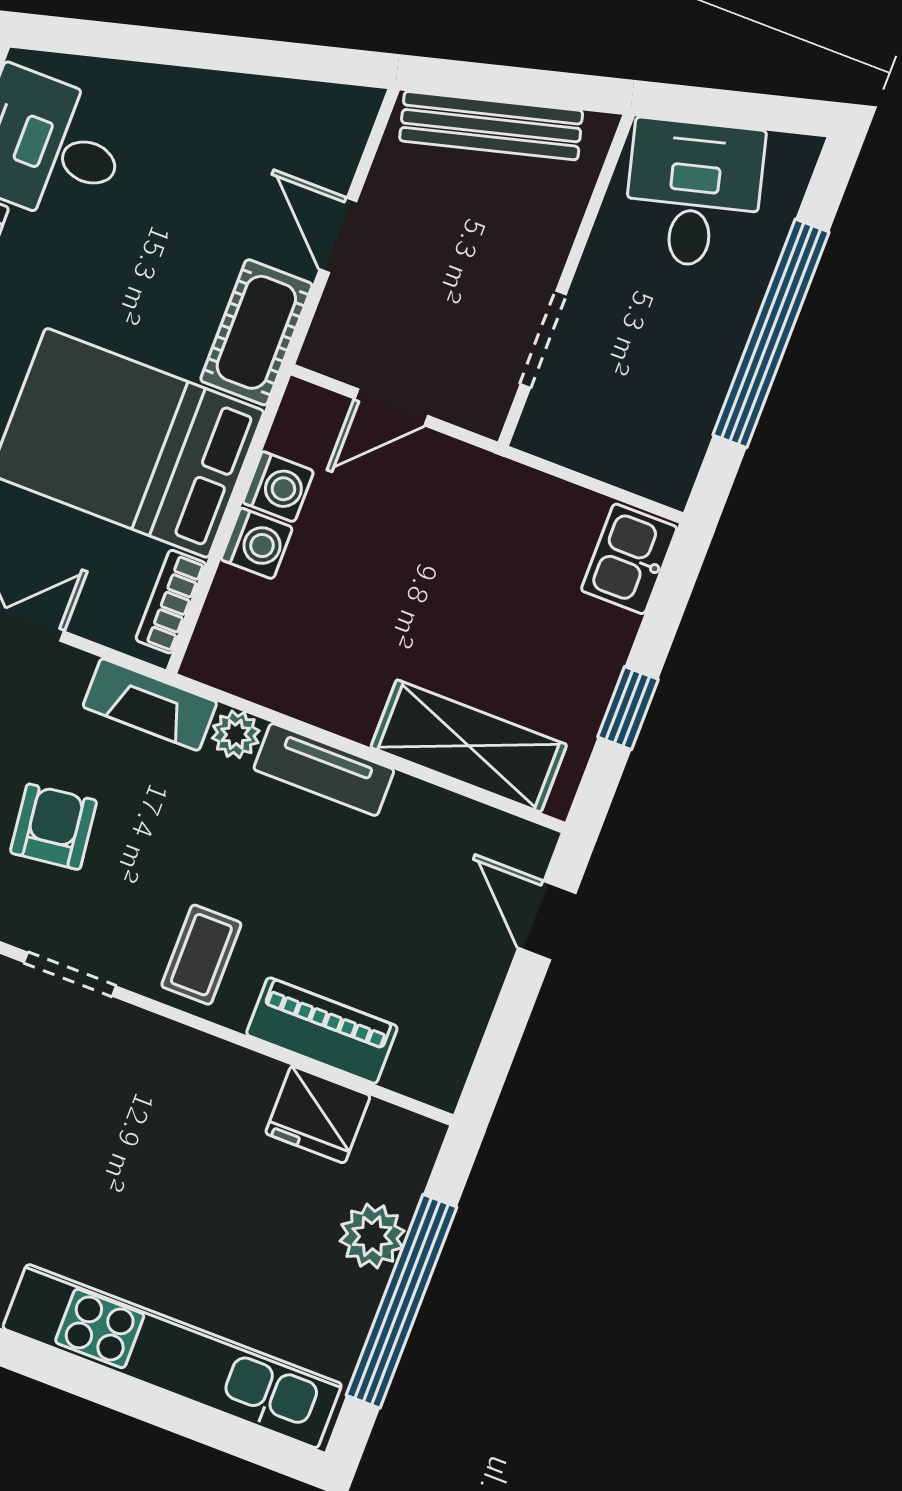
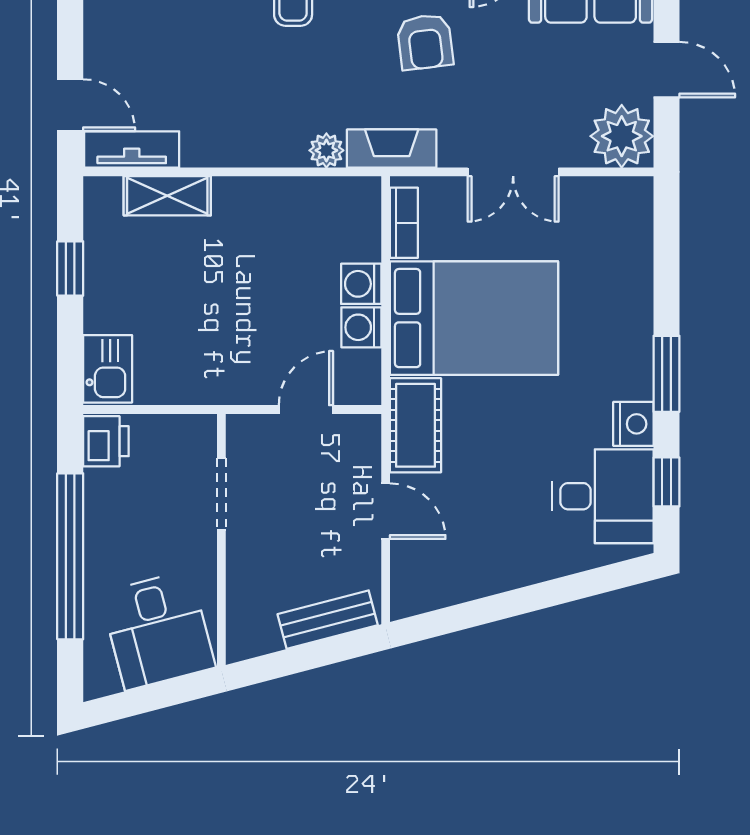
bench: (491, 126) -> (328, 620), width x0.73
printer: (667, 465) -> (106, 441), added
shelving: (469, 746) -> (167, 196), width x0.67, depth x0.75
tv unit: (324, 770) -> (132, 149), moved

